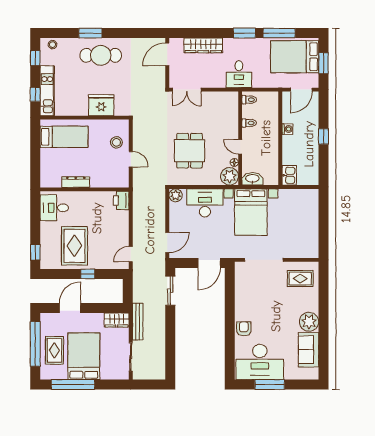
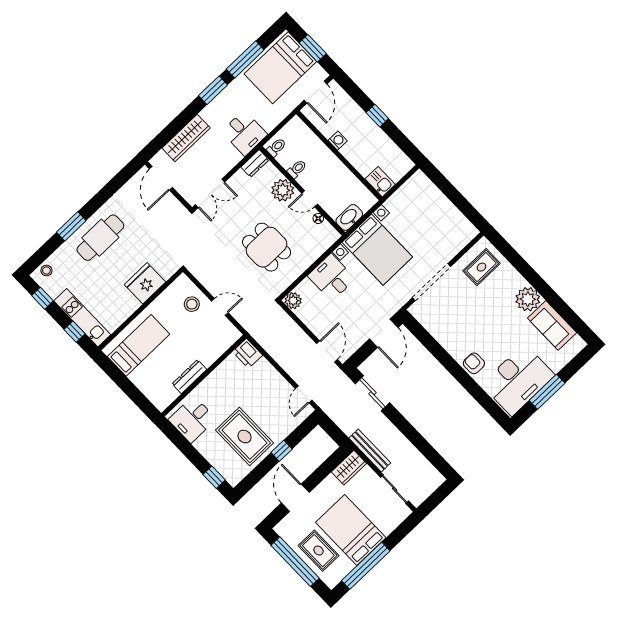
dresser: (228, 97) -> (255, 163), added
plant: (230, 176) -> (283, 190), moved
desk: (205, 203) -> (331, 277), width x0.73

